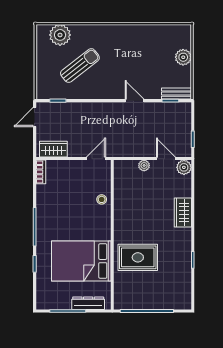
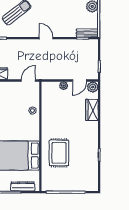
door: (135, 101) -> (46, 38), moved
door: (166, 159) -> (80, 81), swing flipped
wardrobe: (183, 212) -> (92, 110), moved
rug: (138, 257) -> (59, 153), turned 90

